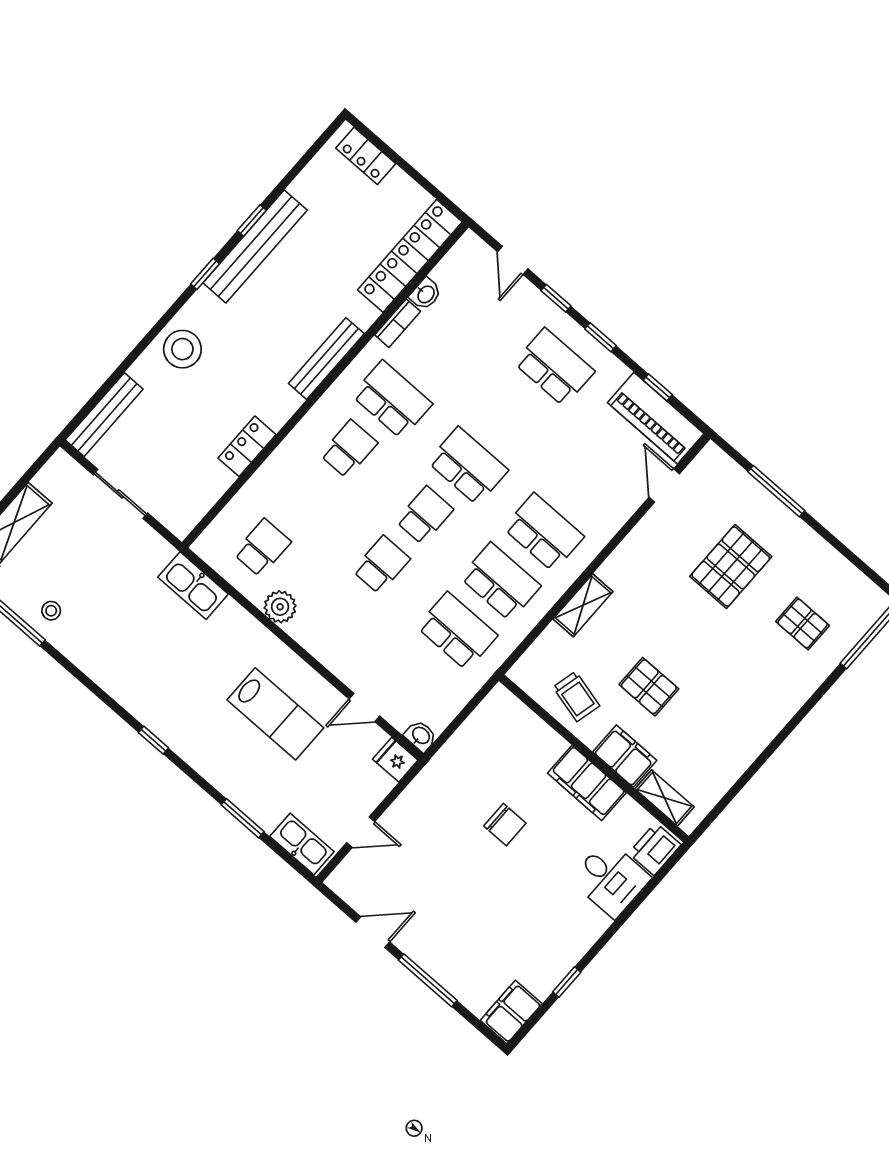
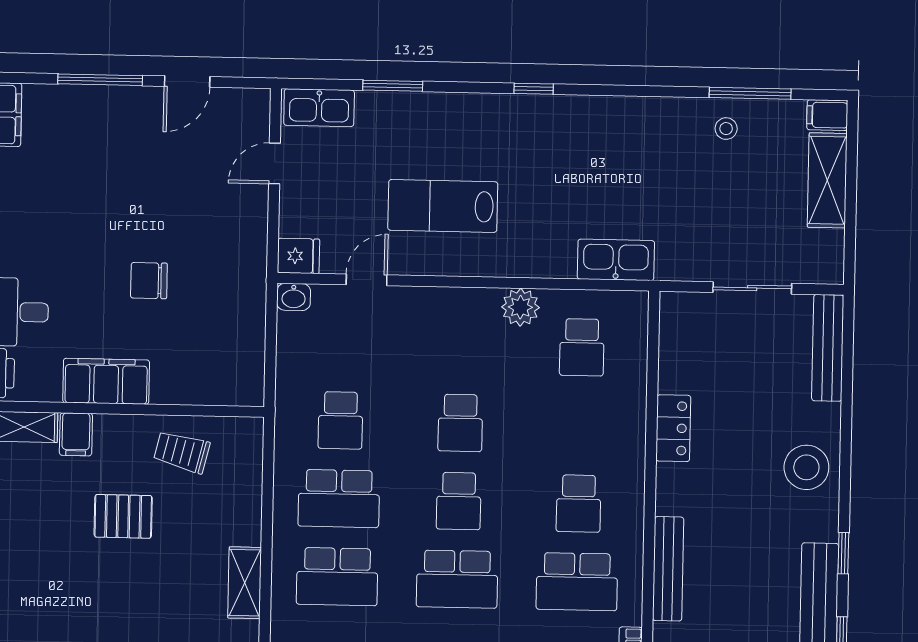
shelving: (583, 605) -> (245, 583), moved
school desk: (457, 631) -> (340, 420), width x0.54
filing cabinet: (625, 756) -> (76, 434), width x0.50

